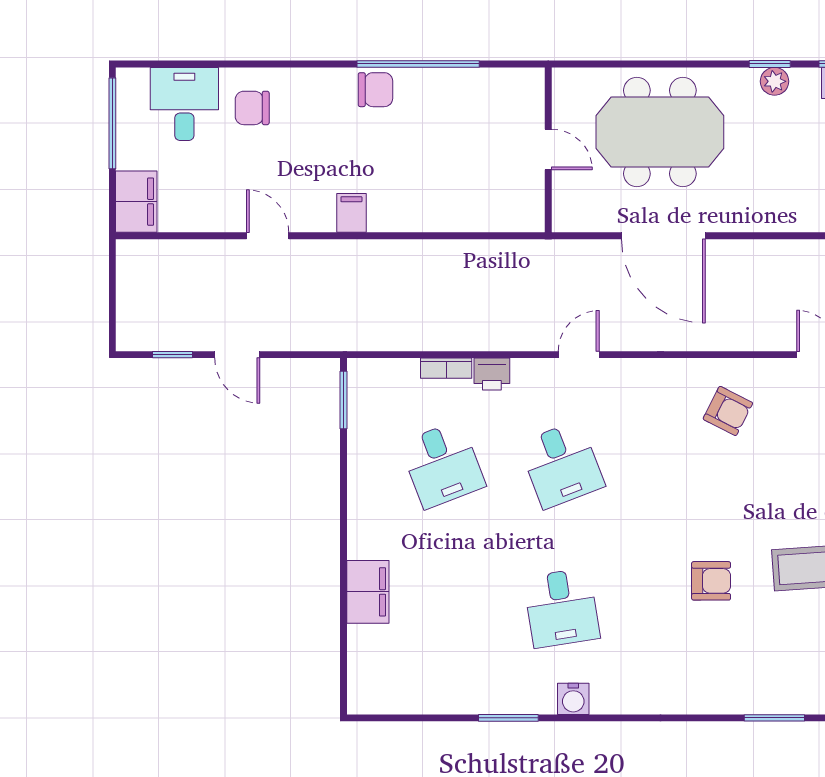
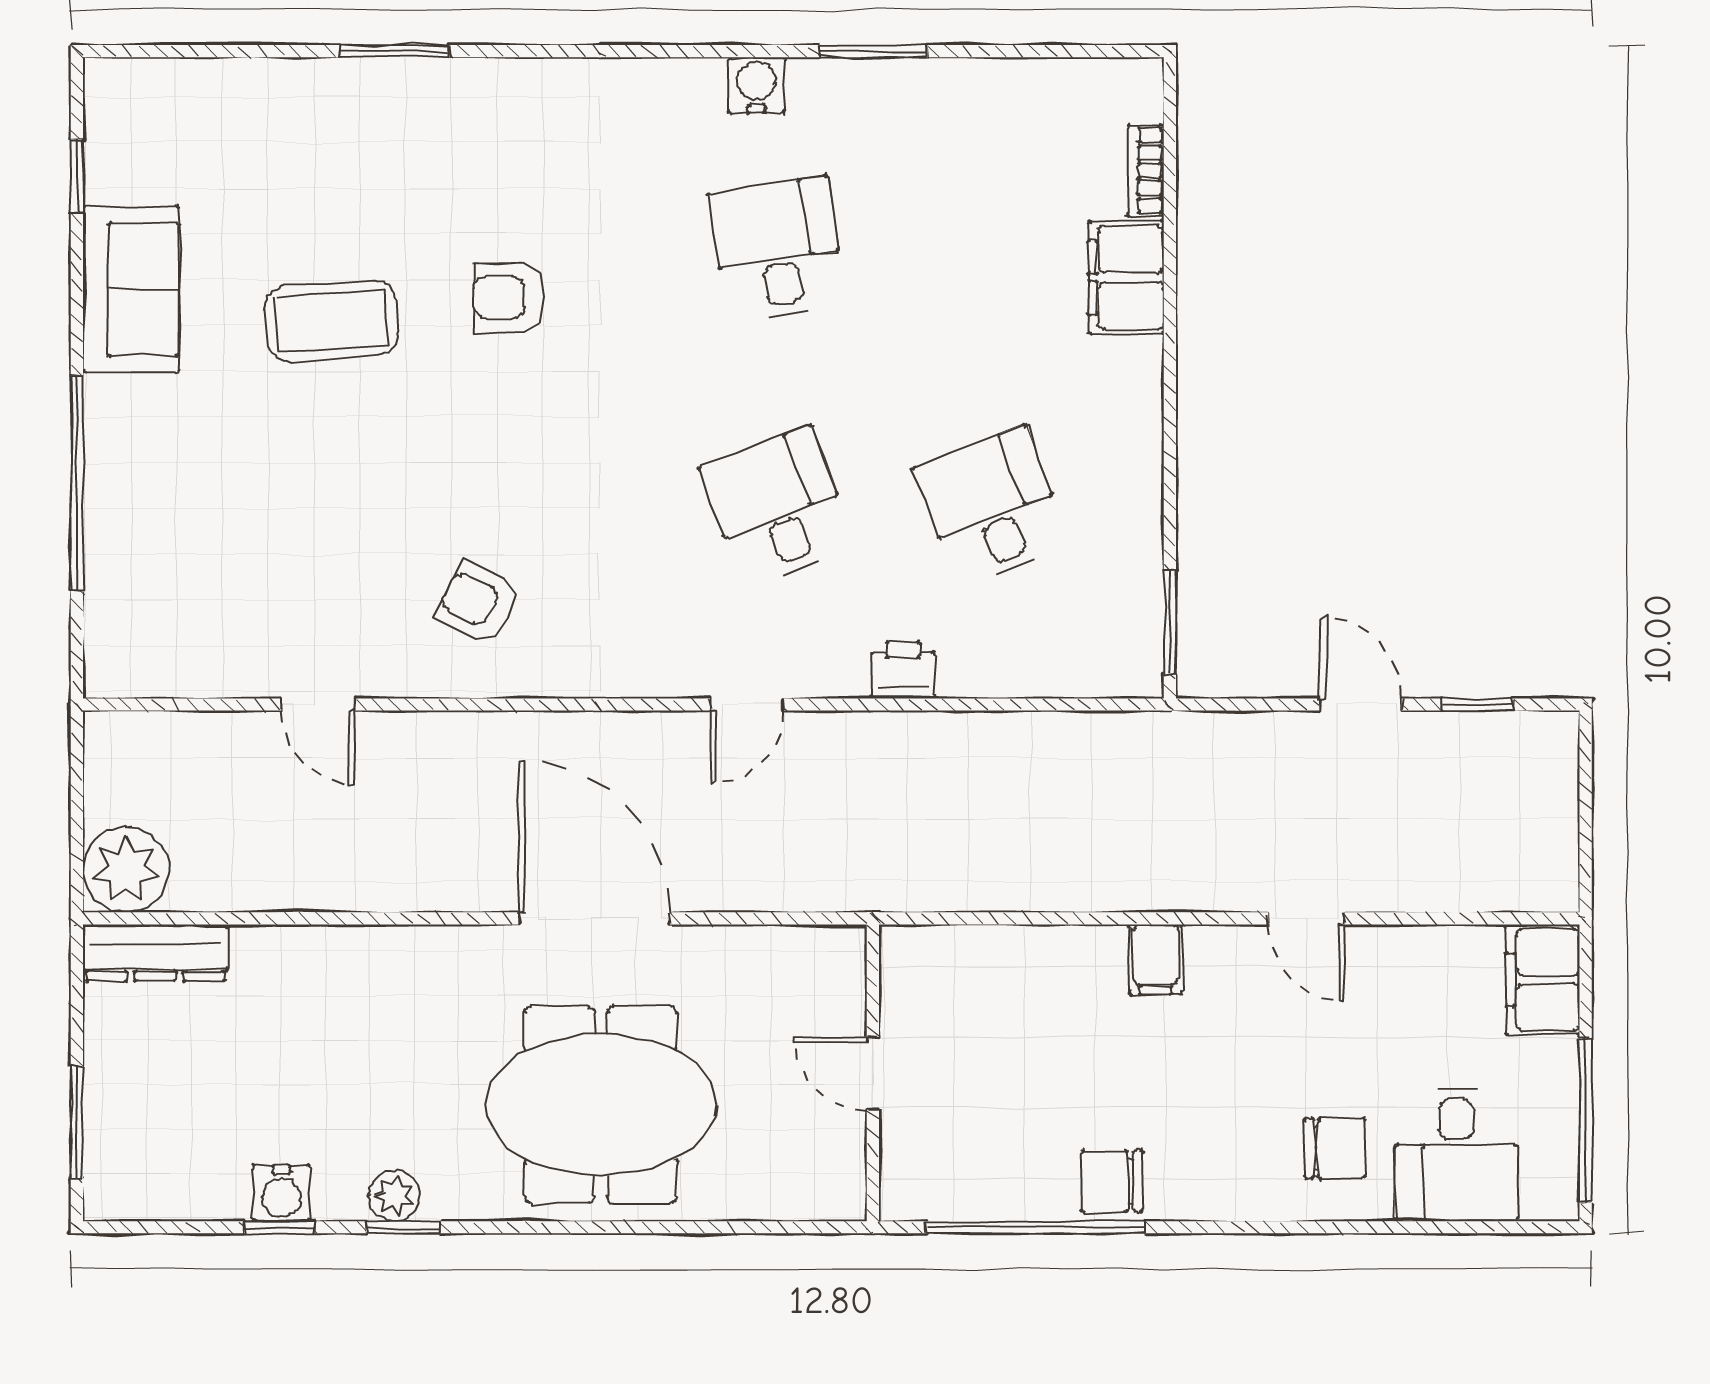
door: (548, 150) -> (873, 1073), moved
wall: (548, 150) -> (873, 1073), moved
bookcase: (446, 368) -> (1146, 170), moved, turned -90

